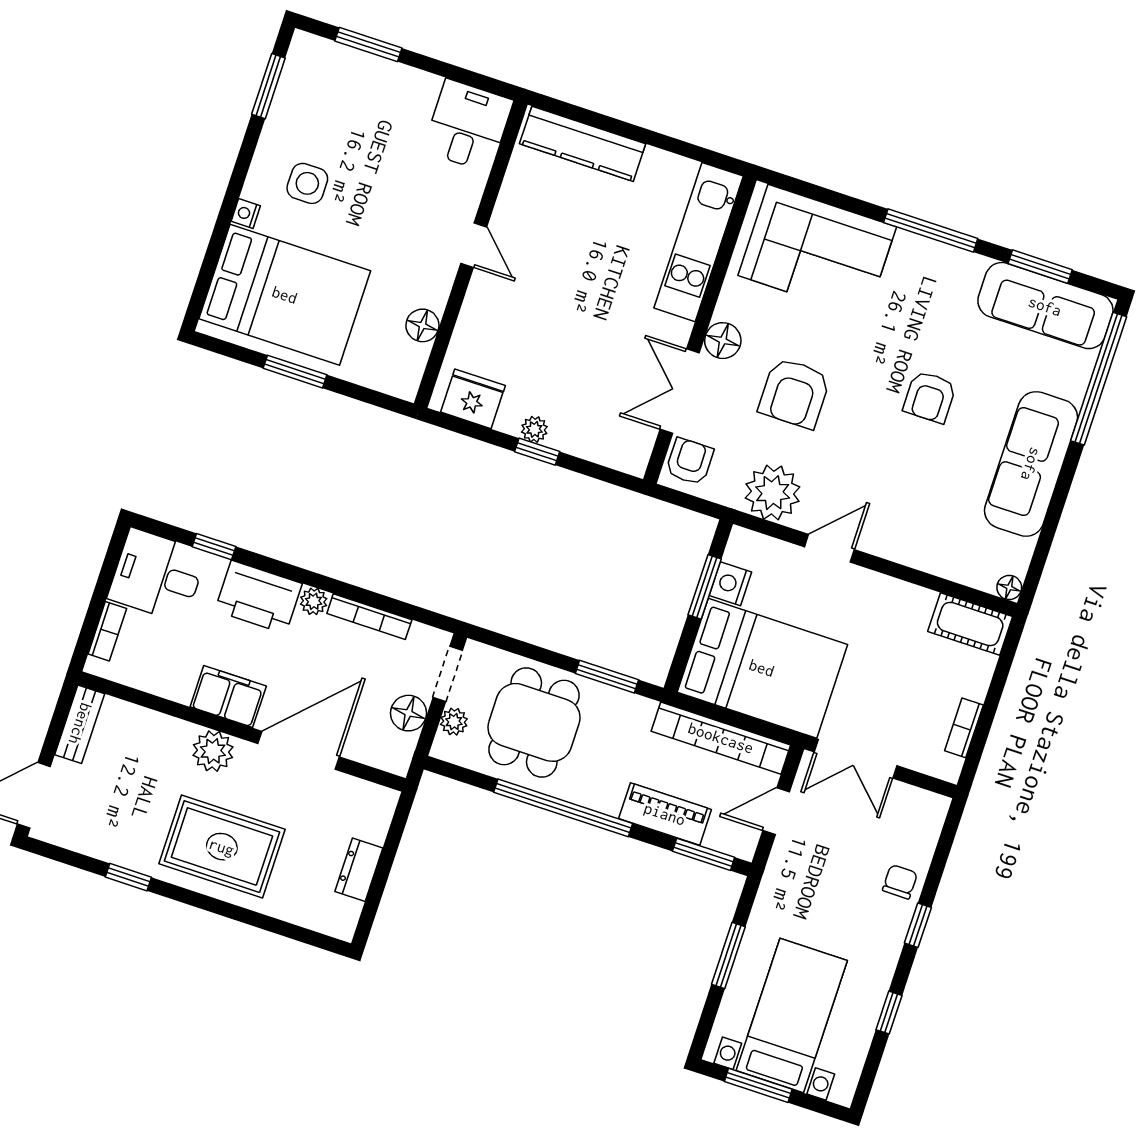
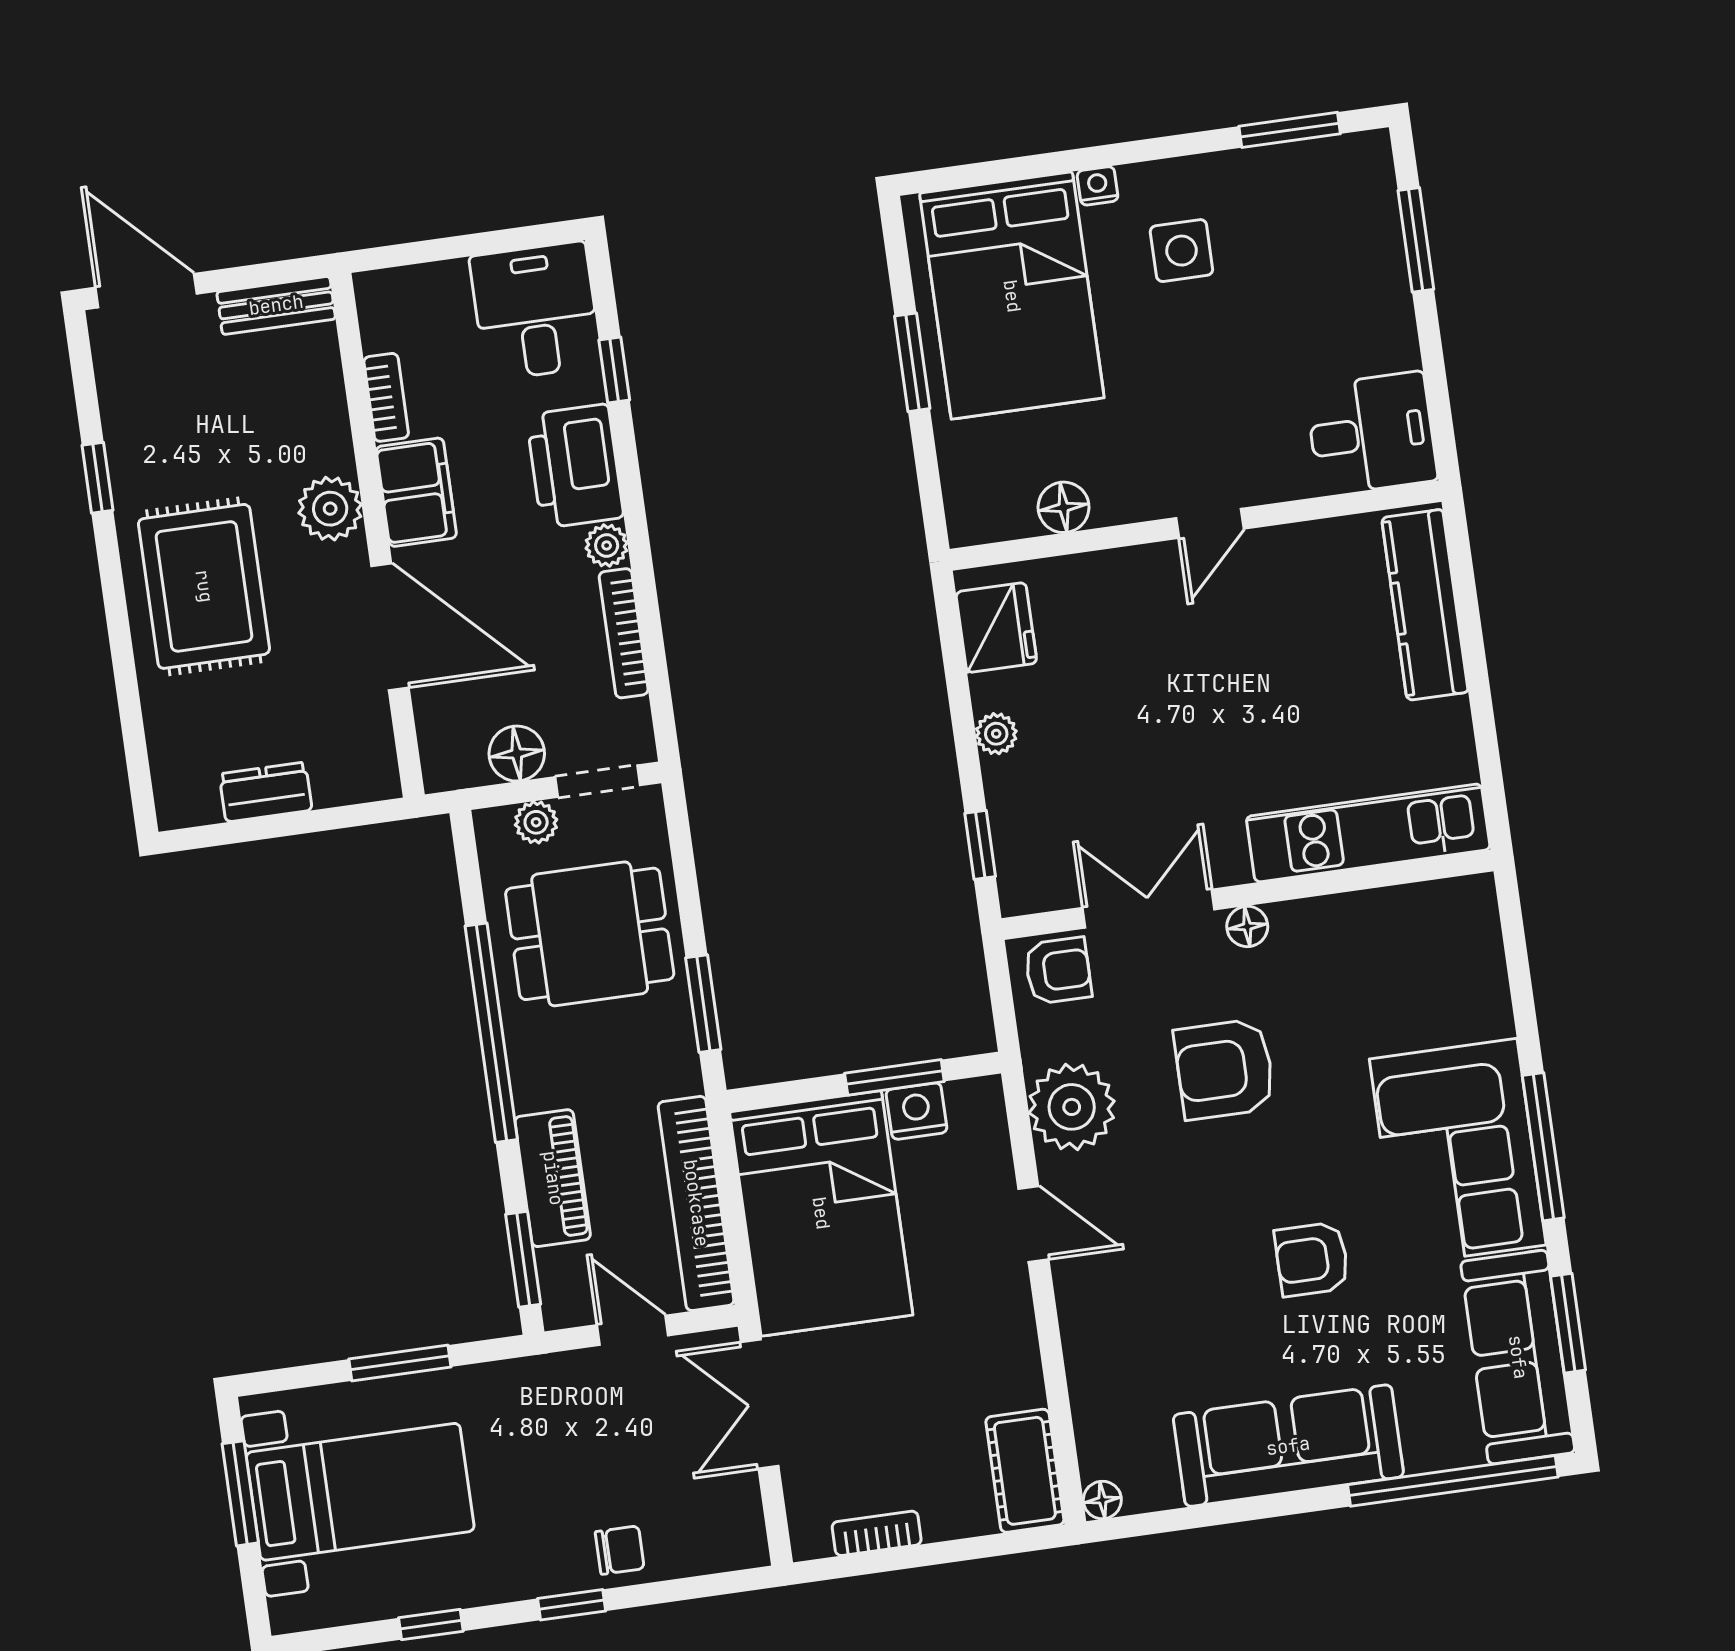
corner sofa: (817, 251) -> (1458, 1152), moved
floor lamp: (723, 341) -> (1247, 926), width x0.73, depth x0.73
window: (537, 452) -> (980, 845), moved
bookcase: (107, 631) -> (386, 397), moved, turned -90

